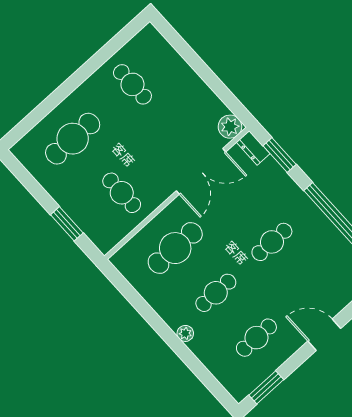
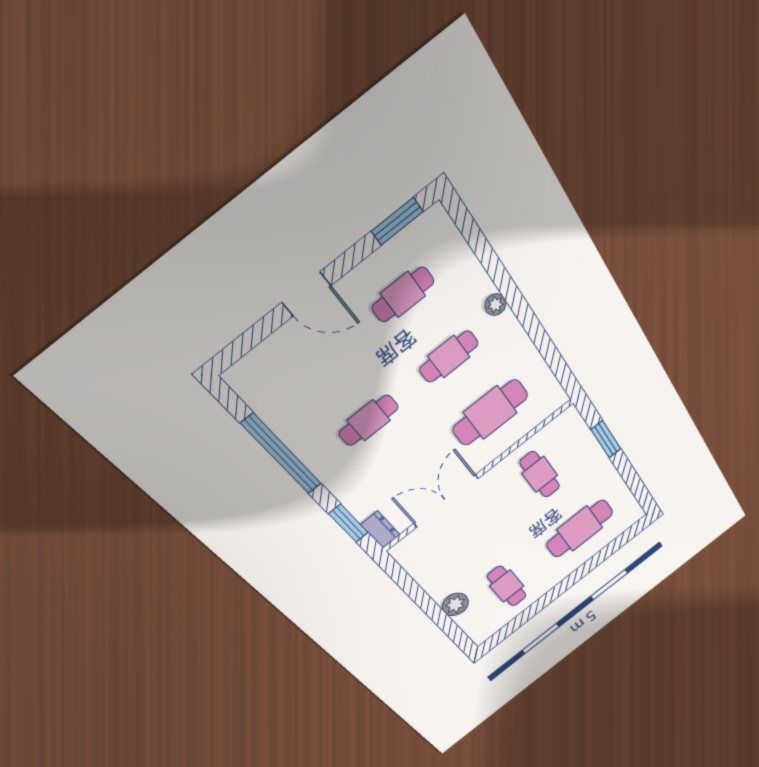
plant: (230, 127) -> (455, 604), moved

